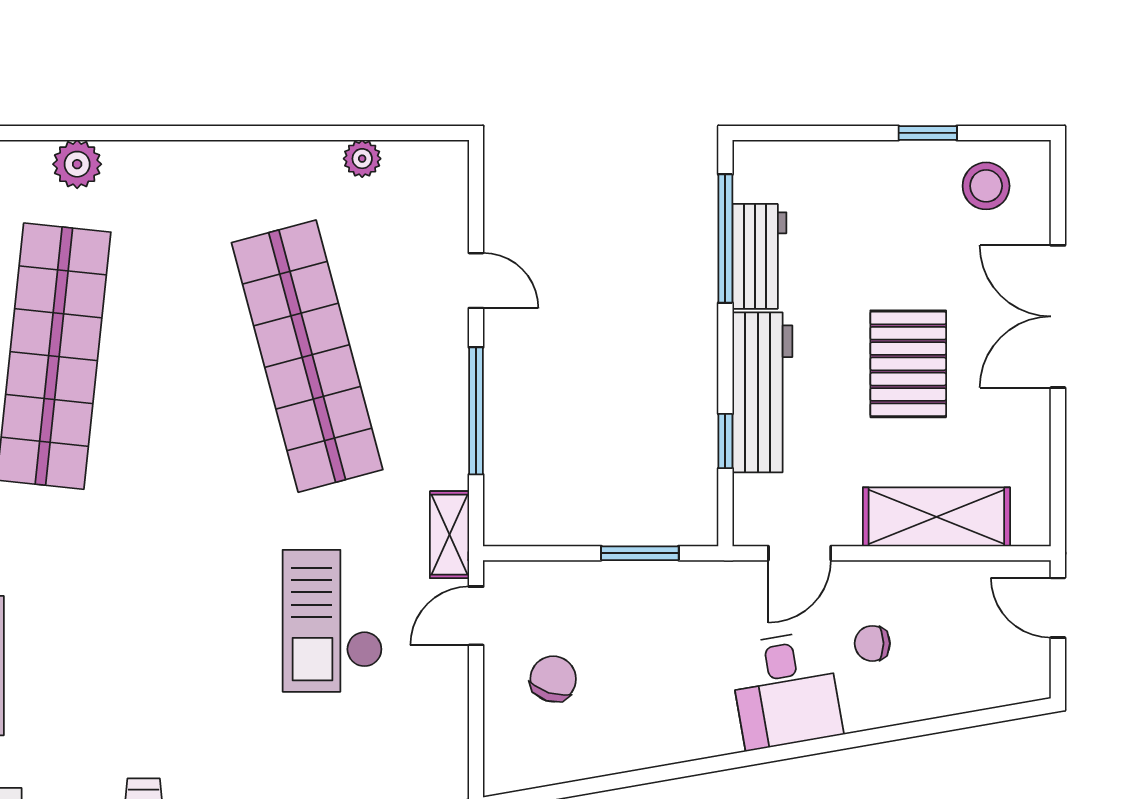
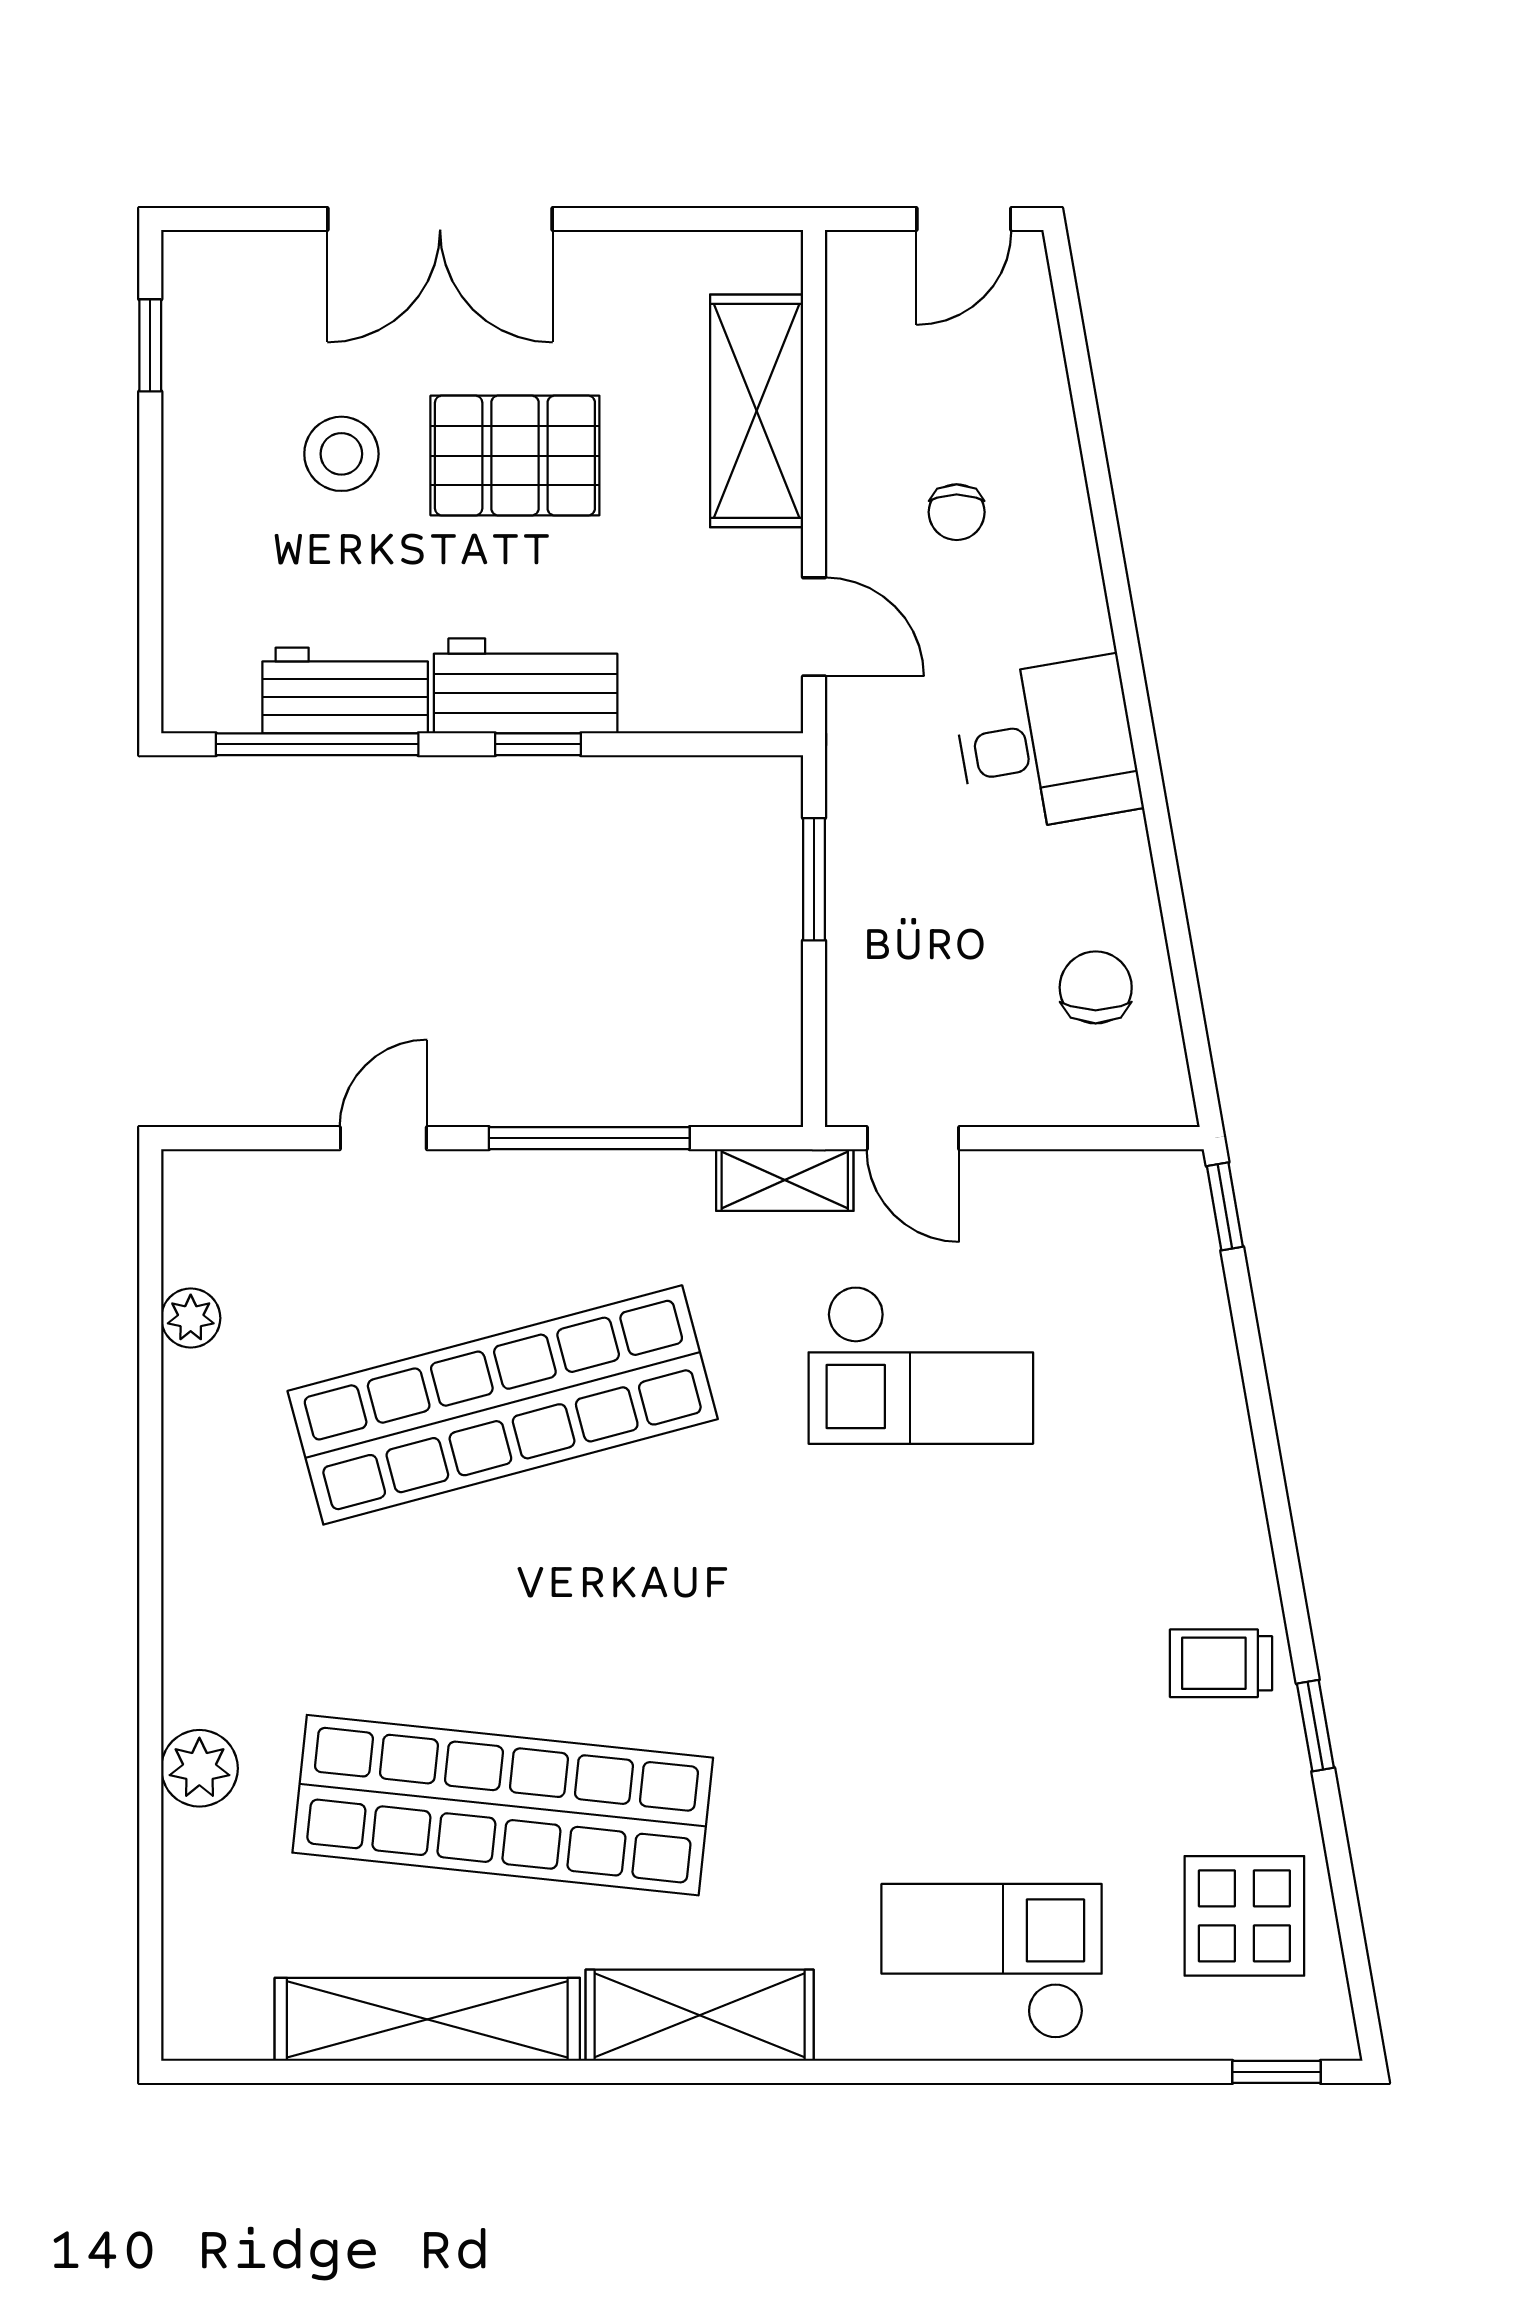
window: (928, 133) -> (150, 345), moved
stool: (986, 186) -> (341, 454), moved
workbench: (762, 392) -> (526, 686), width x0.73
window: (725, 441) -> (538, 744), moved
door: (1058, 608) -> (964, 219), moved
chair: (553, 679) -> (1096, 987), moved, turned 72
desk: (786, 690) -> (1047, 745), moved

